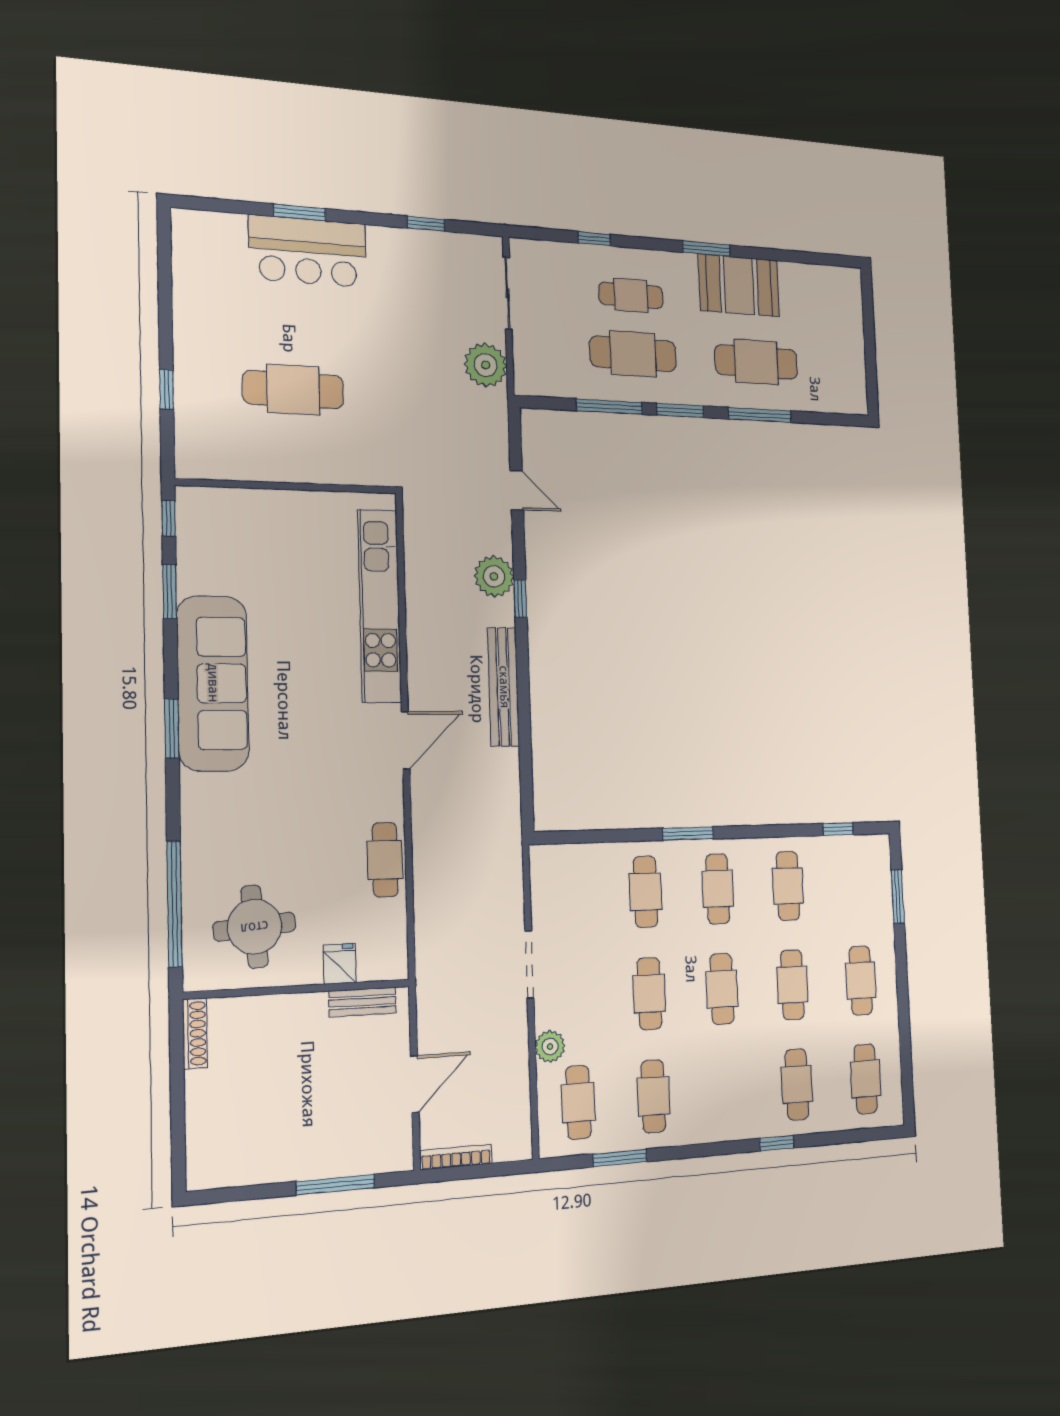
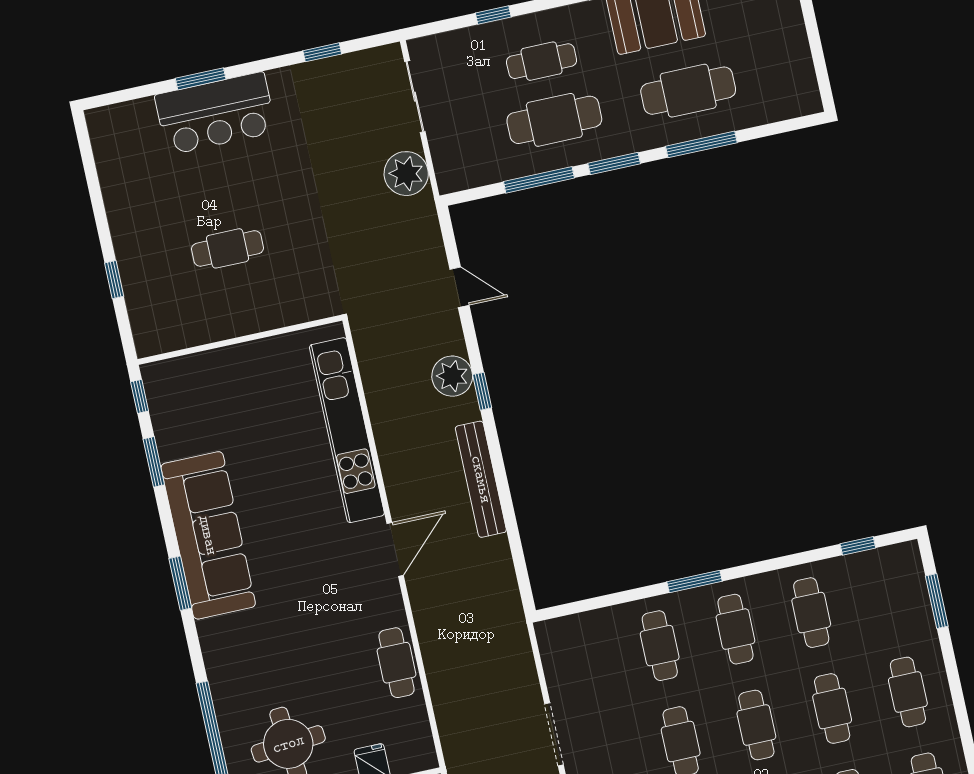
cafe table: (293, 390) -> (228, 248), width x0.73, depth x0.74

